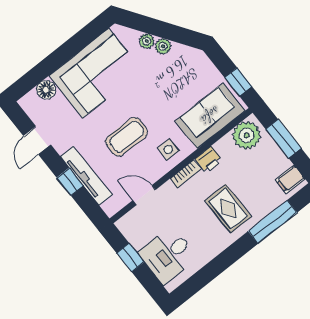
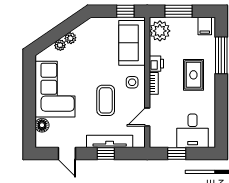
rug: (228, 209) -> (193, 75), turned 90

